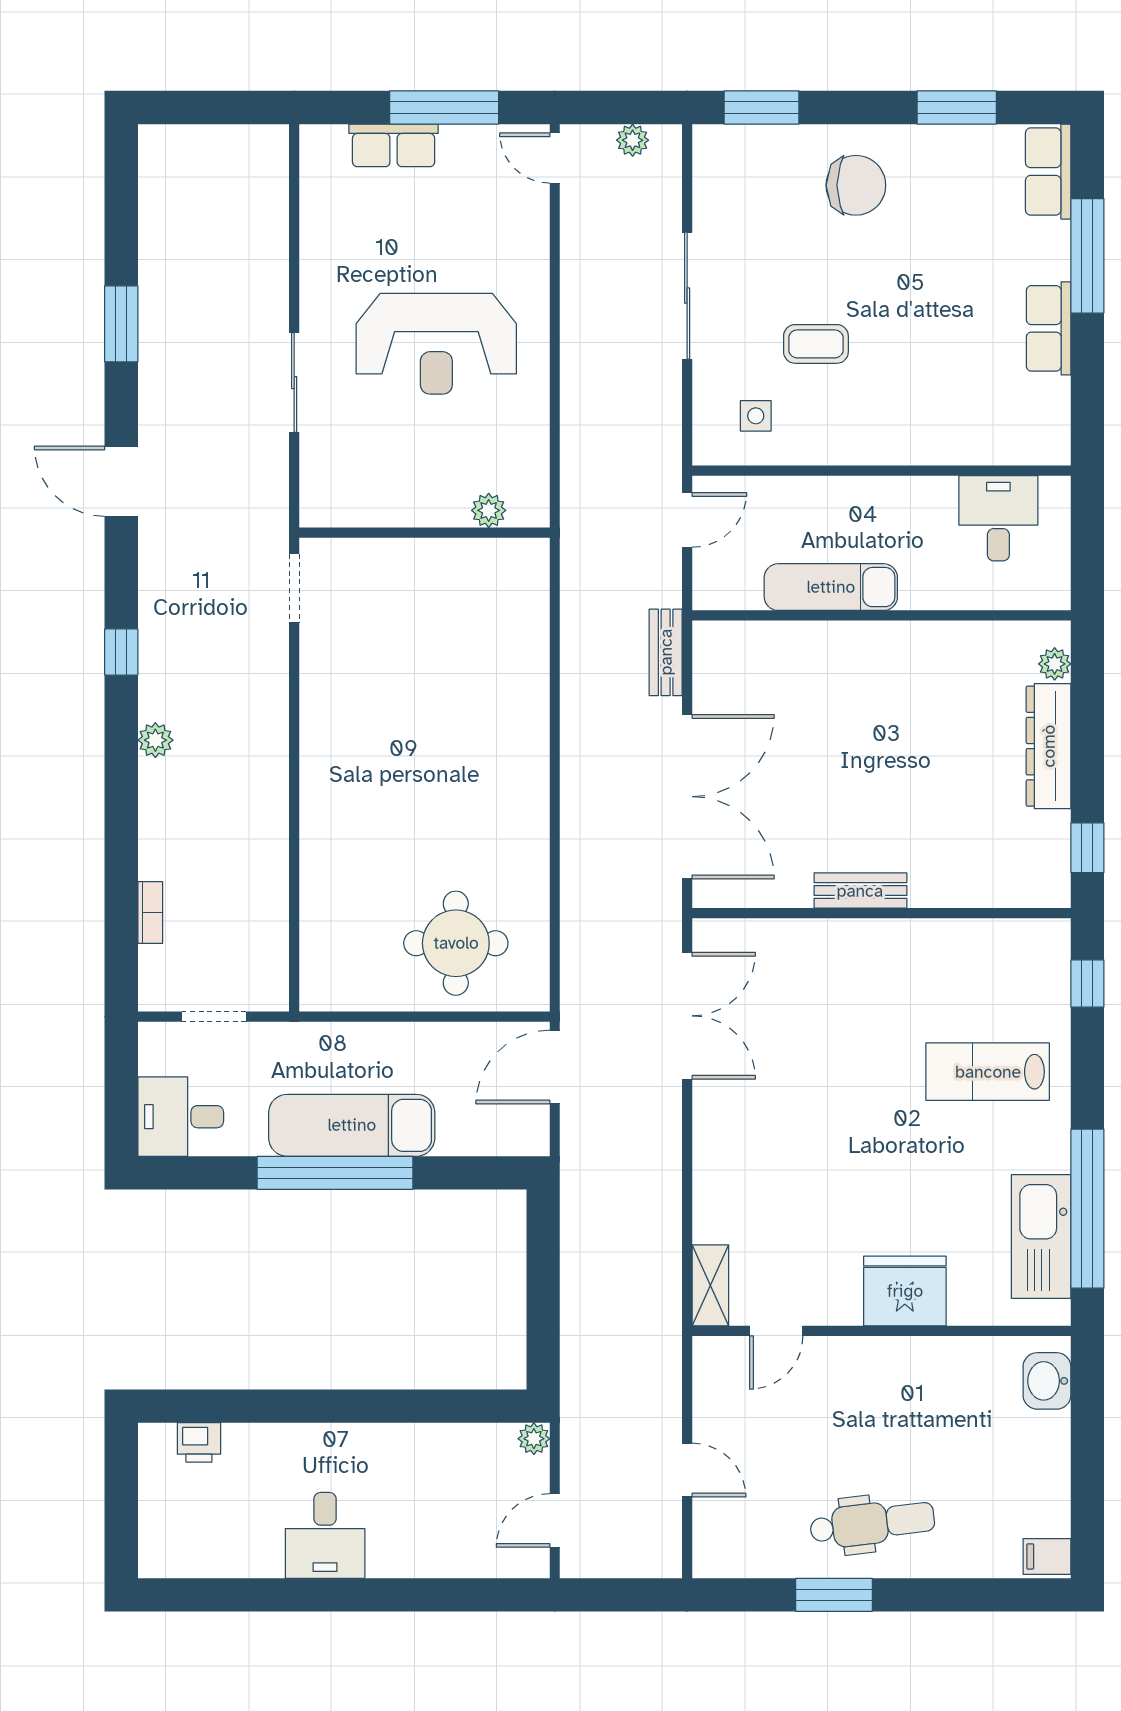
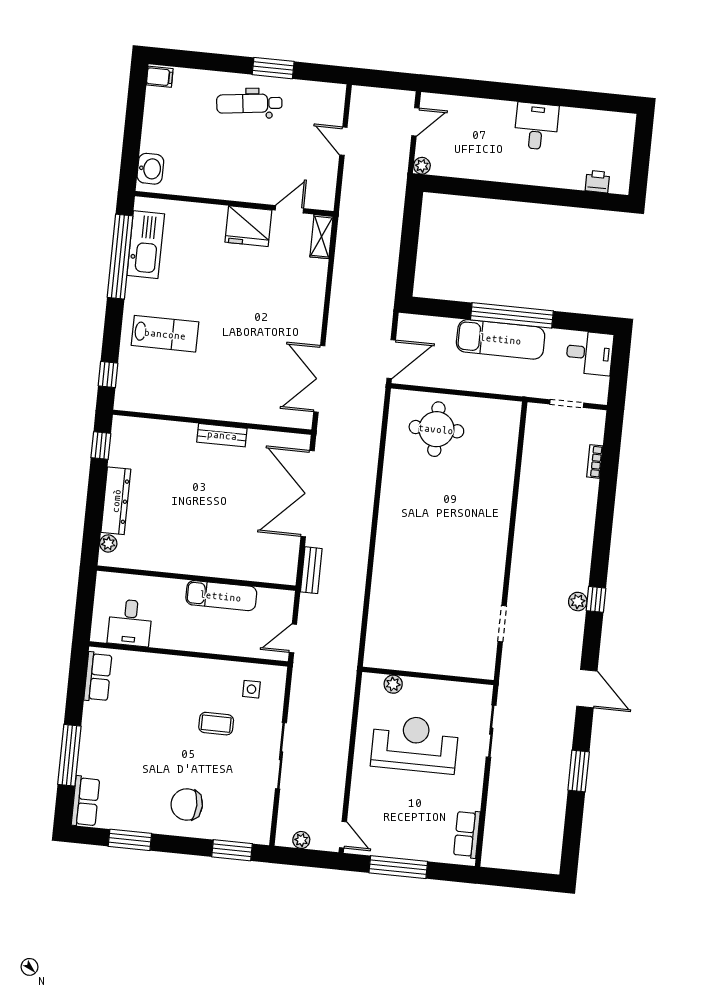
row of seats: (394, 145) -> (467, 834), moved, turned -90
row of seats: (1049, 328) -> (98, 677), moved
plant: (489, 510) -> (393, 684), moved
wall: (424, 533) -> (428, 676), moved
plant: (155, 740) -> (578, 602), moved
fridge: (905, 1291) -> (248, 226), moved

